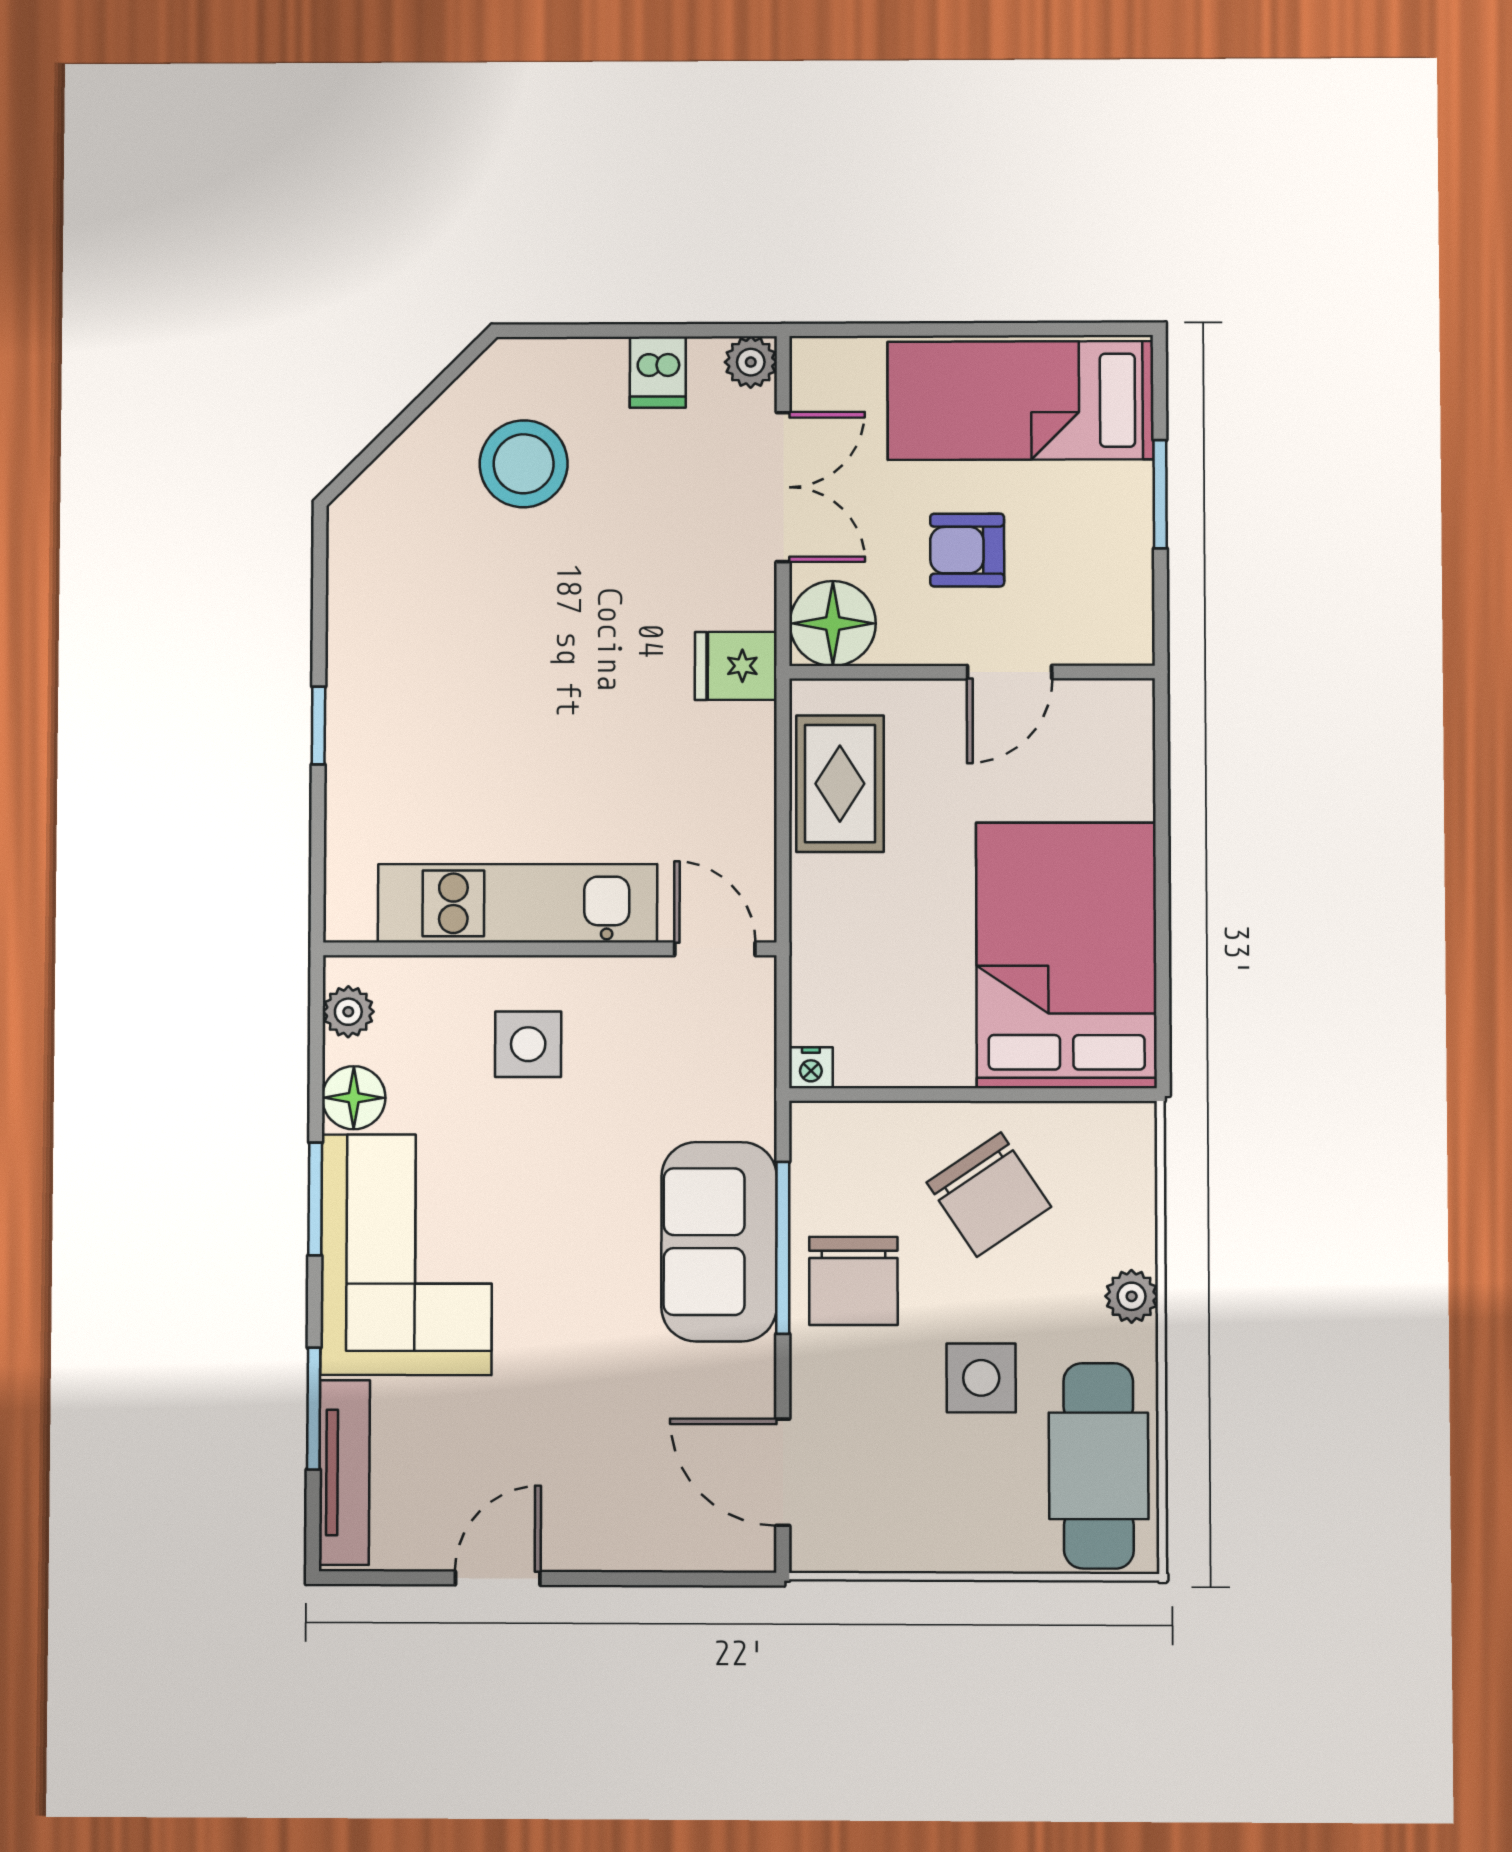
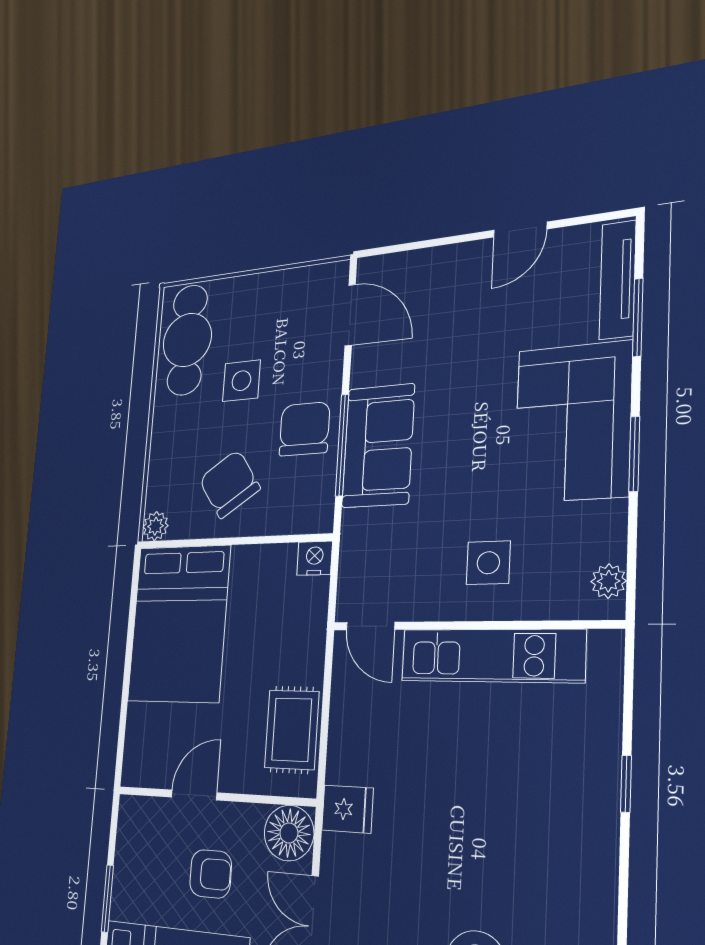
nightstand: (811, 1068) -> (315, 558), width x1.39, depth x1.35
floor lamp: (354, 1098) -> (606, 523), removed
plant: (1132, 1296) -> (155, 526), moved

